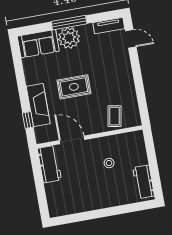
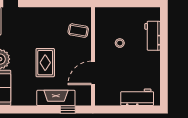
workbench: (49, 164) -> (137, 97), moved
workbench: (144, 182) -> (153, 36), moved, turned 90

